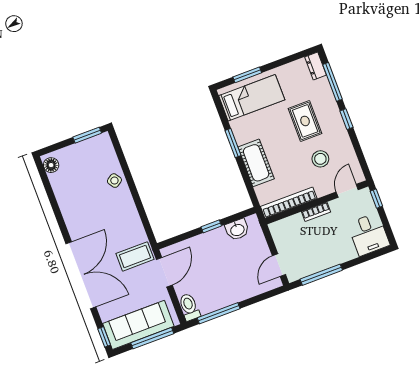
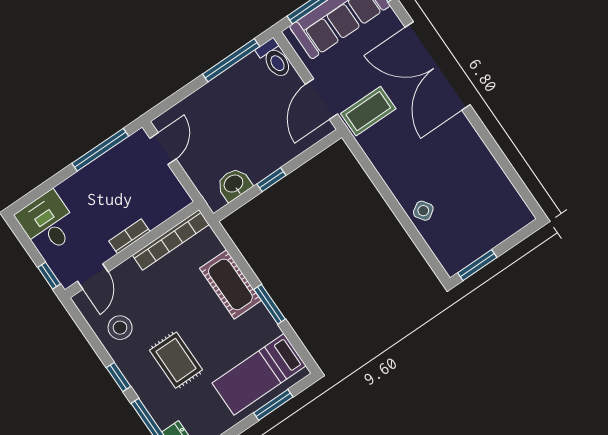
stool: (320, 159) -> (120, 328), moved
floor lamp: (51, 165) -> (518, 211), removed

